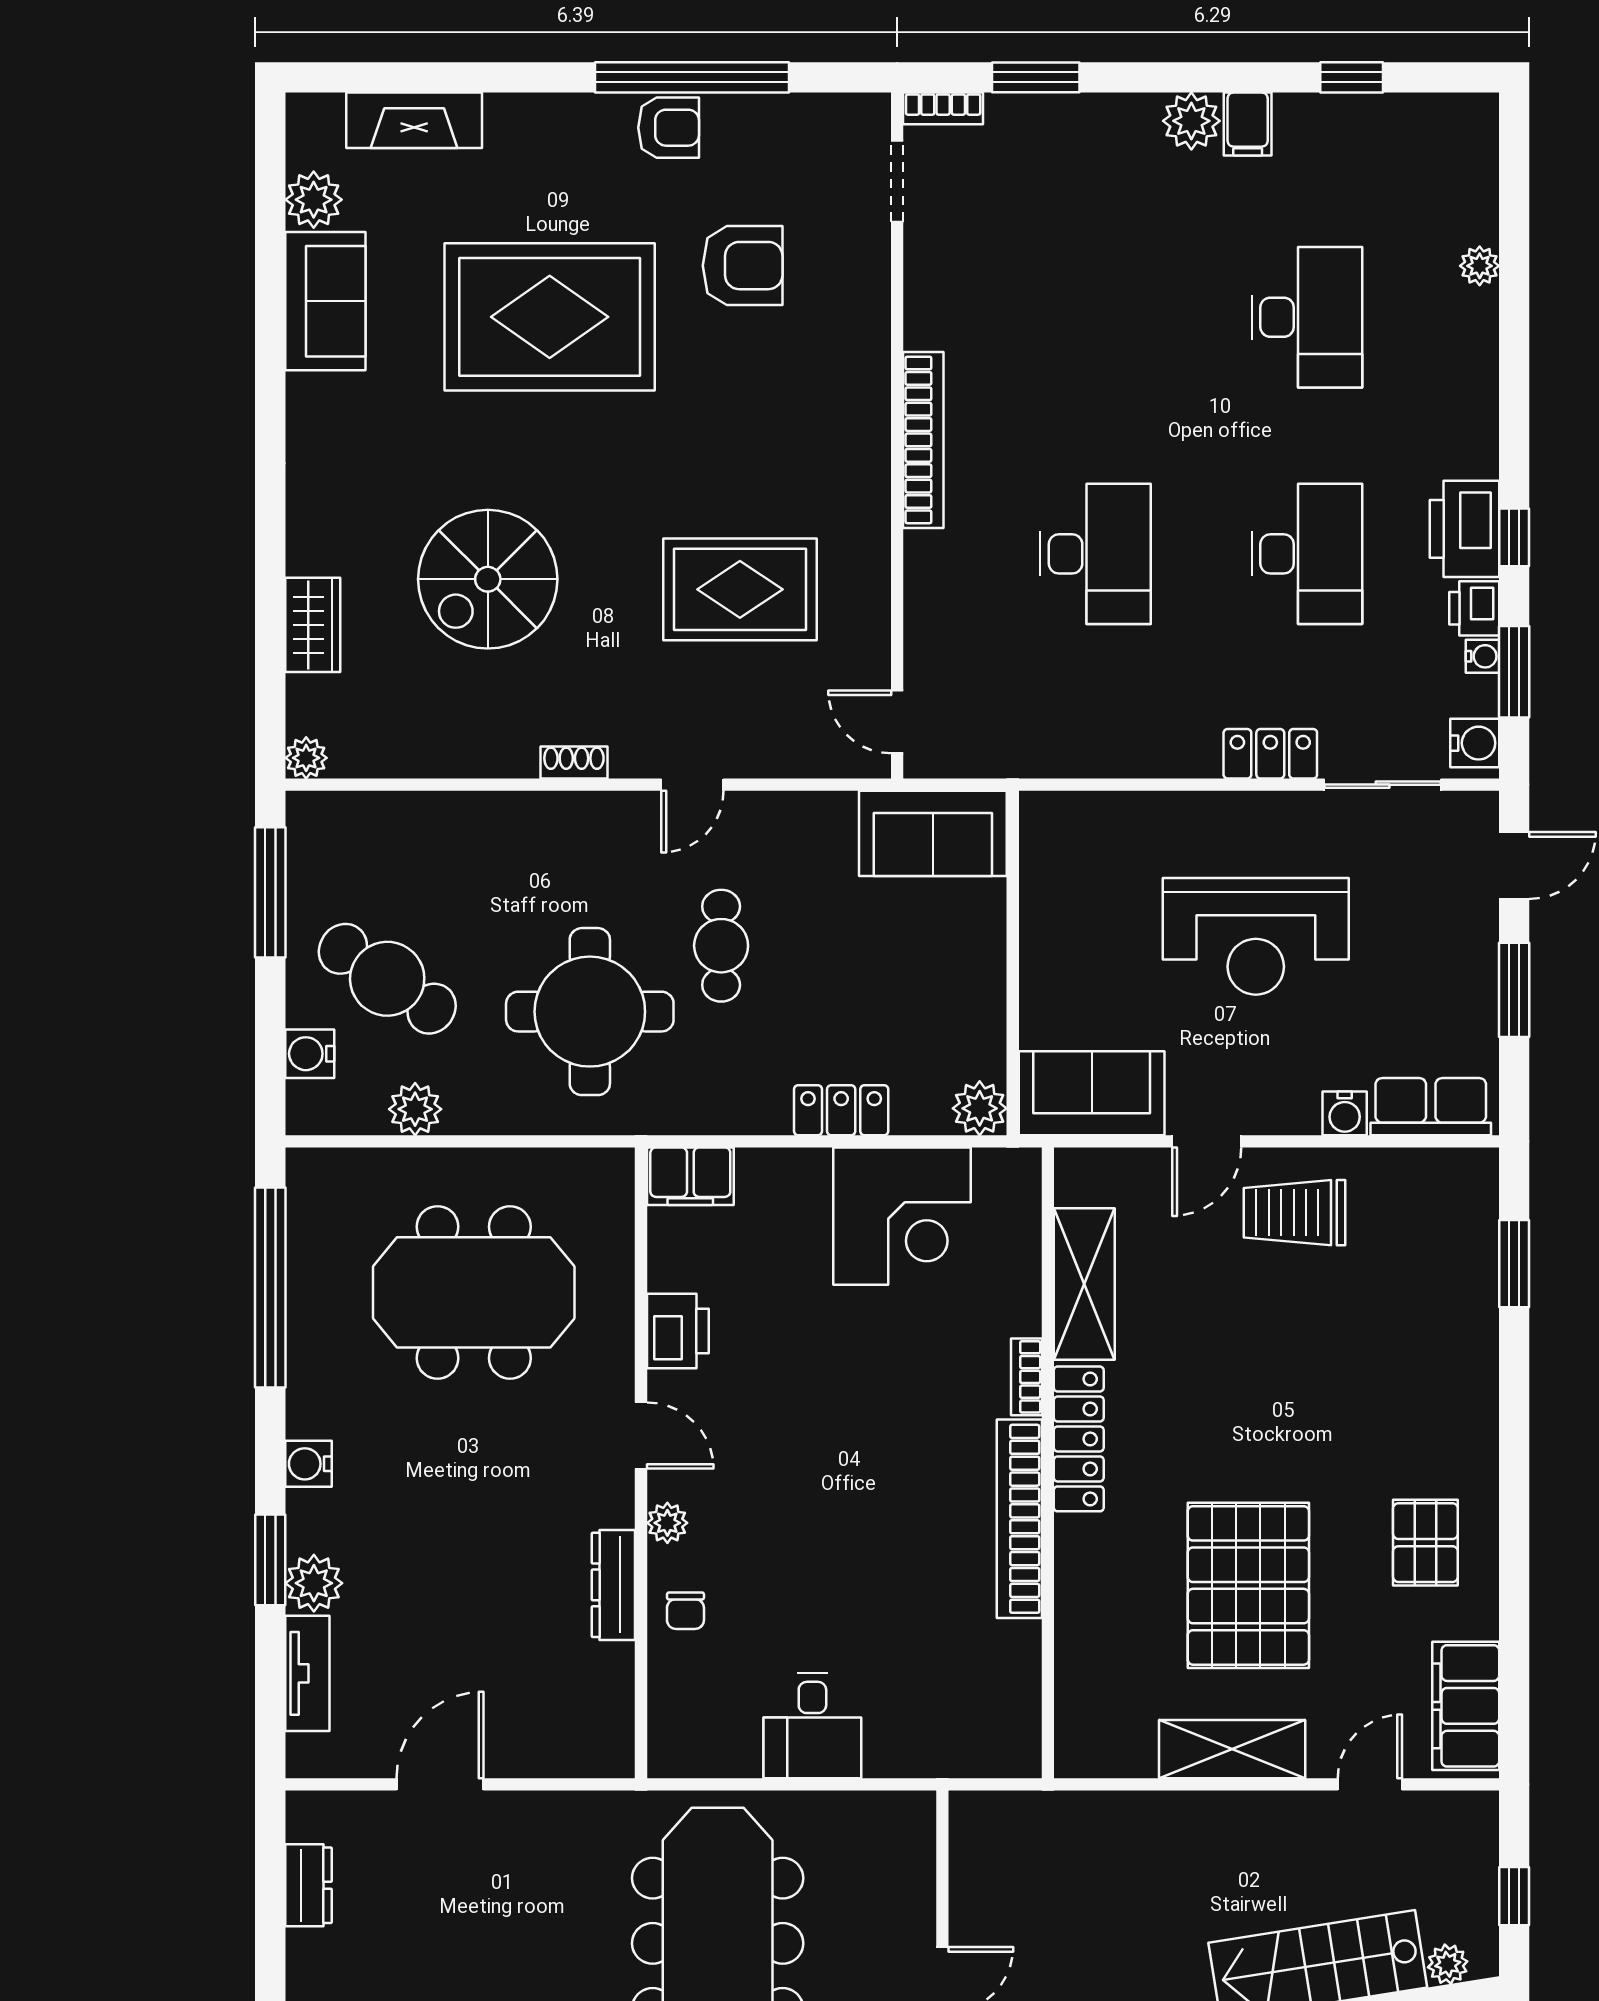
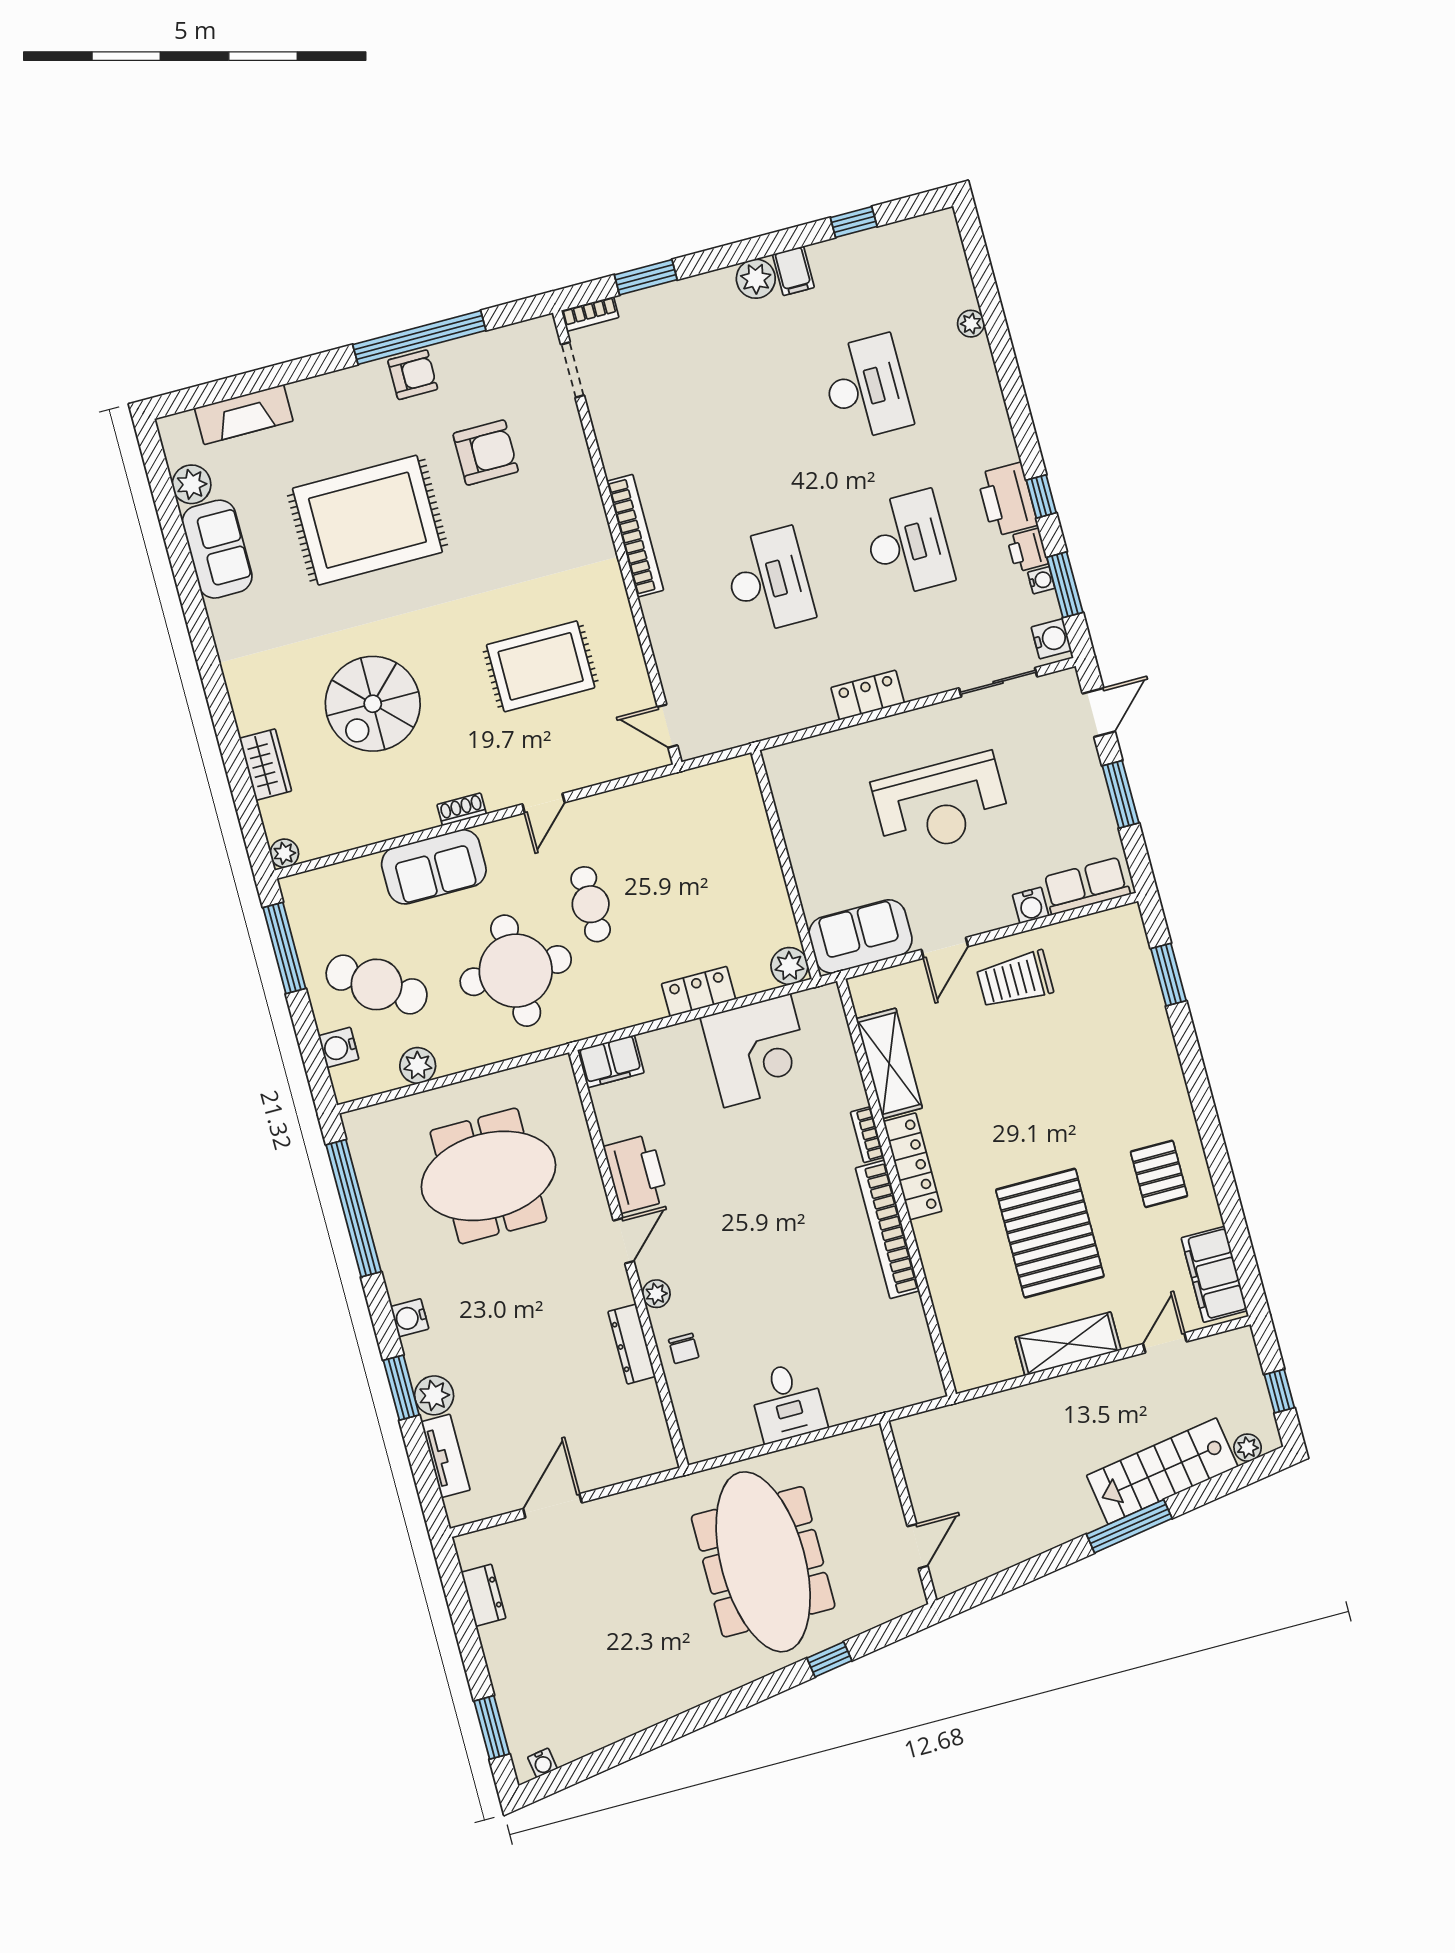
locker: (1270, 754) -> (868, 695), moved
sofa: (933, 833) -> (434, 867), moved
printer: (678, 1331) -> (636, 1174), width x1.37, depth x1.19
door: (641, 1436) -> (624, 1241), hinge flipped

